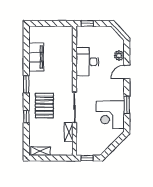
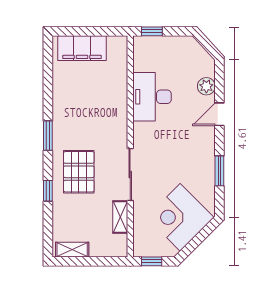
filing cabinet: (36, 57) -> (82, 48), moved, turned 90
corner desk: (110, 115) -> (180, 217), moved, turned 45

